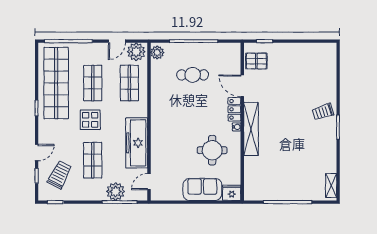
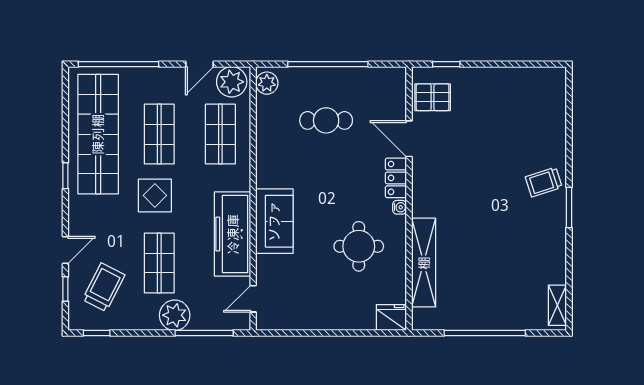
shelving: (251, 129) -> (424, 263), moved
sofa: (202, 189) -> (274, 221), moved, turned 90
plant: (116, 191) -> (175, 315), moved

